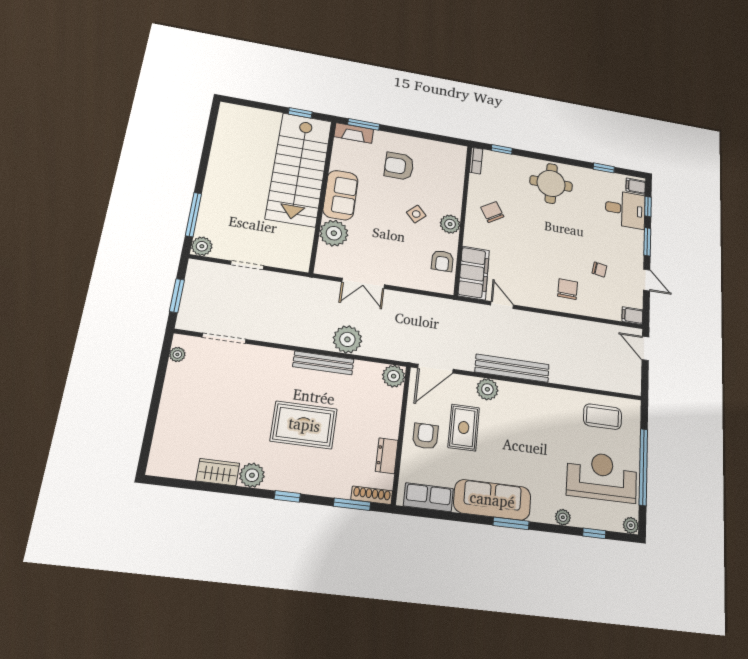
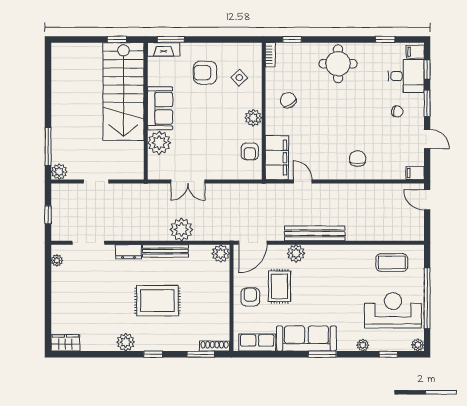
side table: (416, 214) -> (239, 78), moved
chair: (599, 270) -> (397, 111), moved
window: (177, 296) -> (48, 215), width x0.67
dresser: (387, 456) -> (129, 252), moved, turned -90
wardrobe: (218, 472) -> (65, 343), moved

